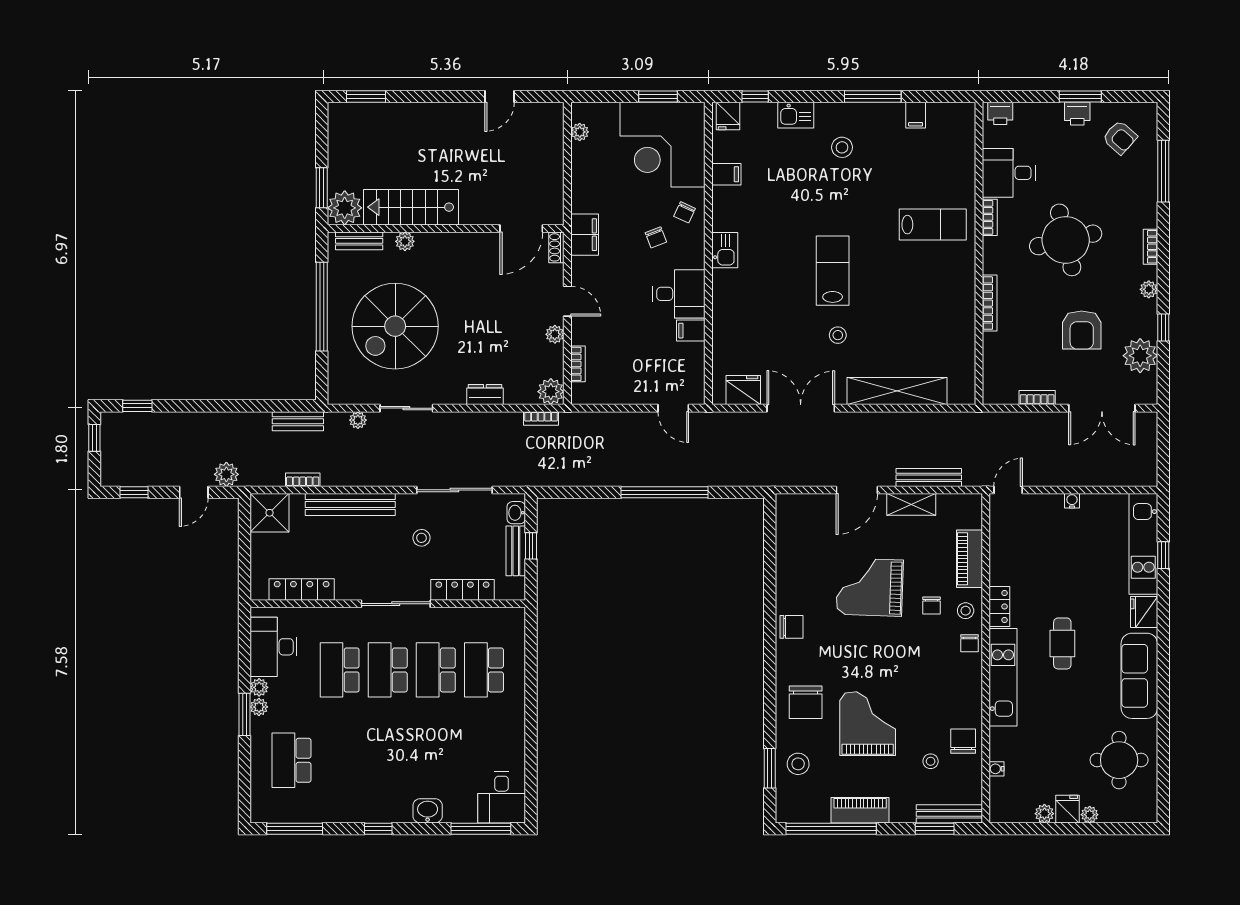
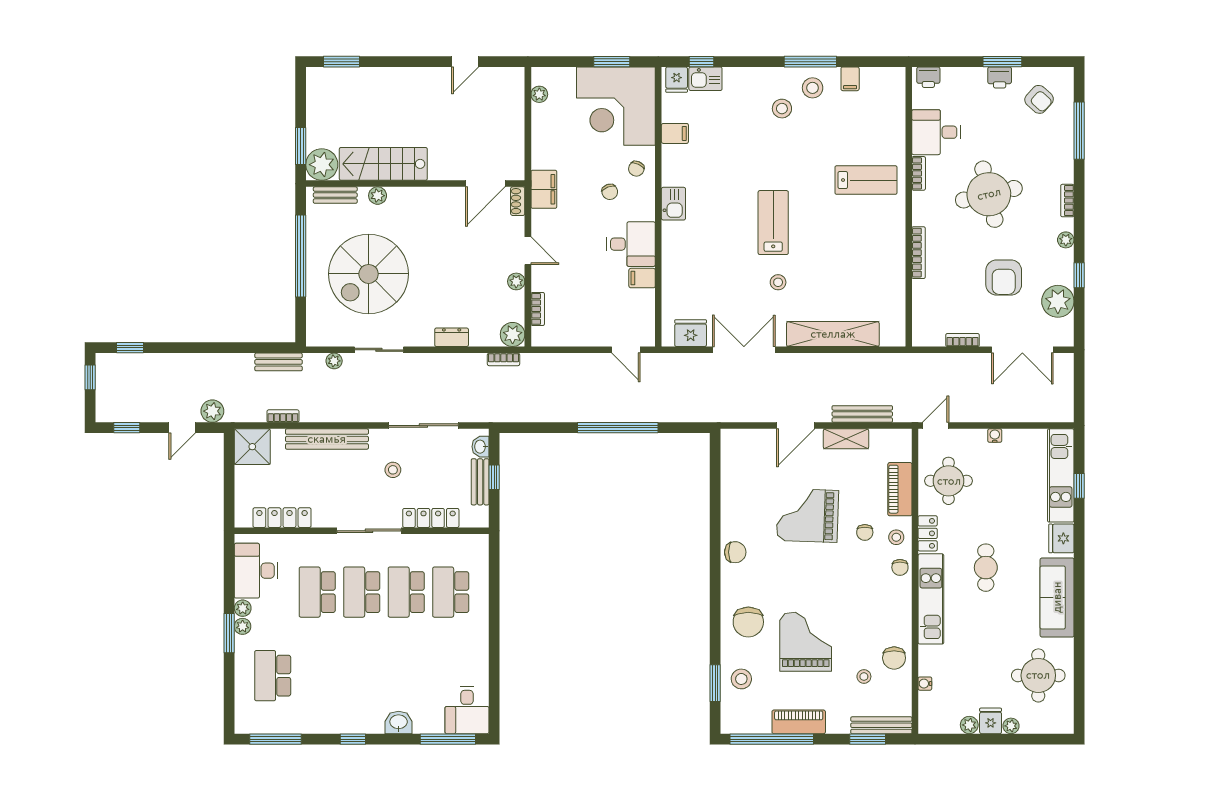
kitchen sink: (796, 115) -> (705, 79), moved
stool: (875, 125) -> (813, 88), added
round table: (1022, 550) -> (949, 481), added
chair: (963, 741) -> (894, 658), turned 180

